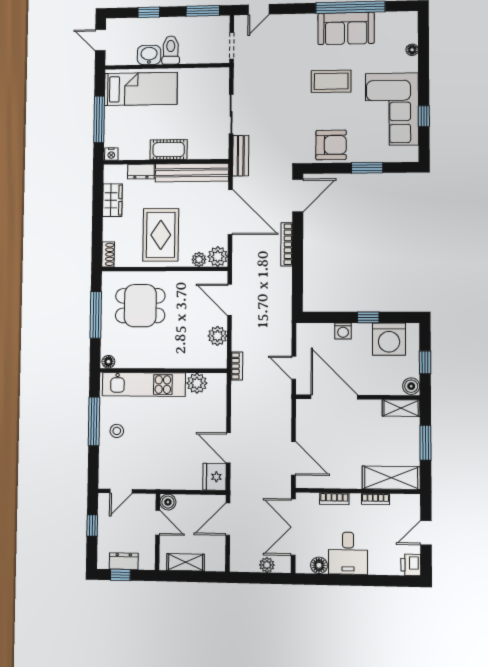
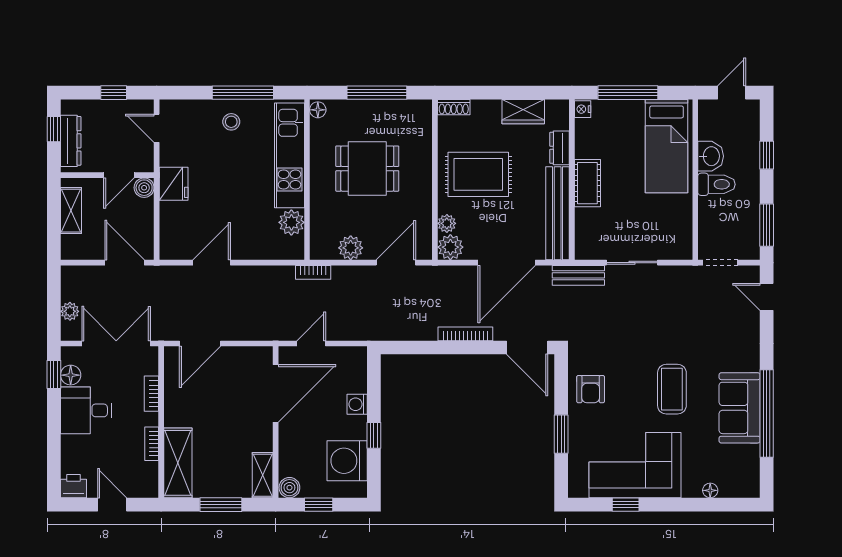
armchair: (331, 145) -> (591, 389), width x0.72, depth x0.72
dining table: (140, 306) -> (367, 169), moved, turned 90
fridge: (215, 477) -> (174, 184), moved, turned 90
dresser: (124, 561) -> (71, 141), width x1.44
window: (318, 579) -> (54, 374), added

